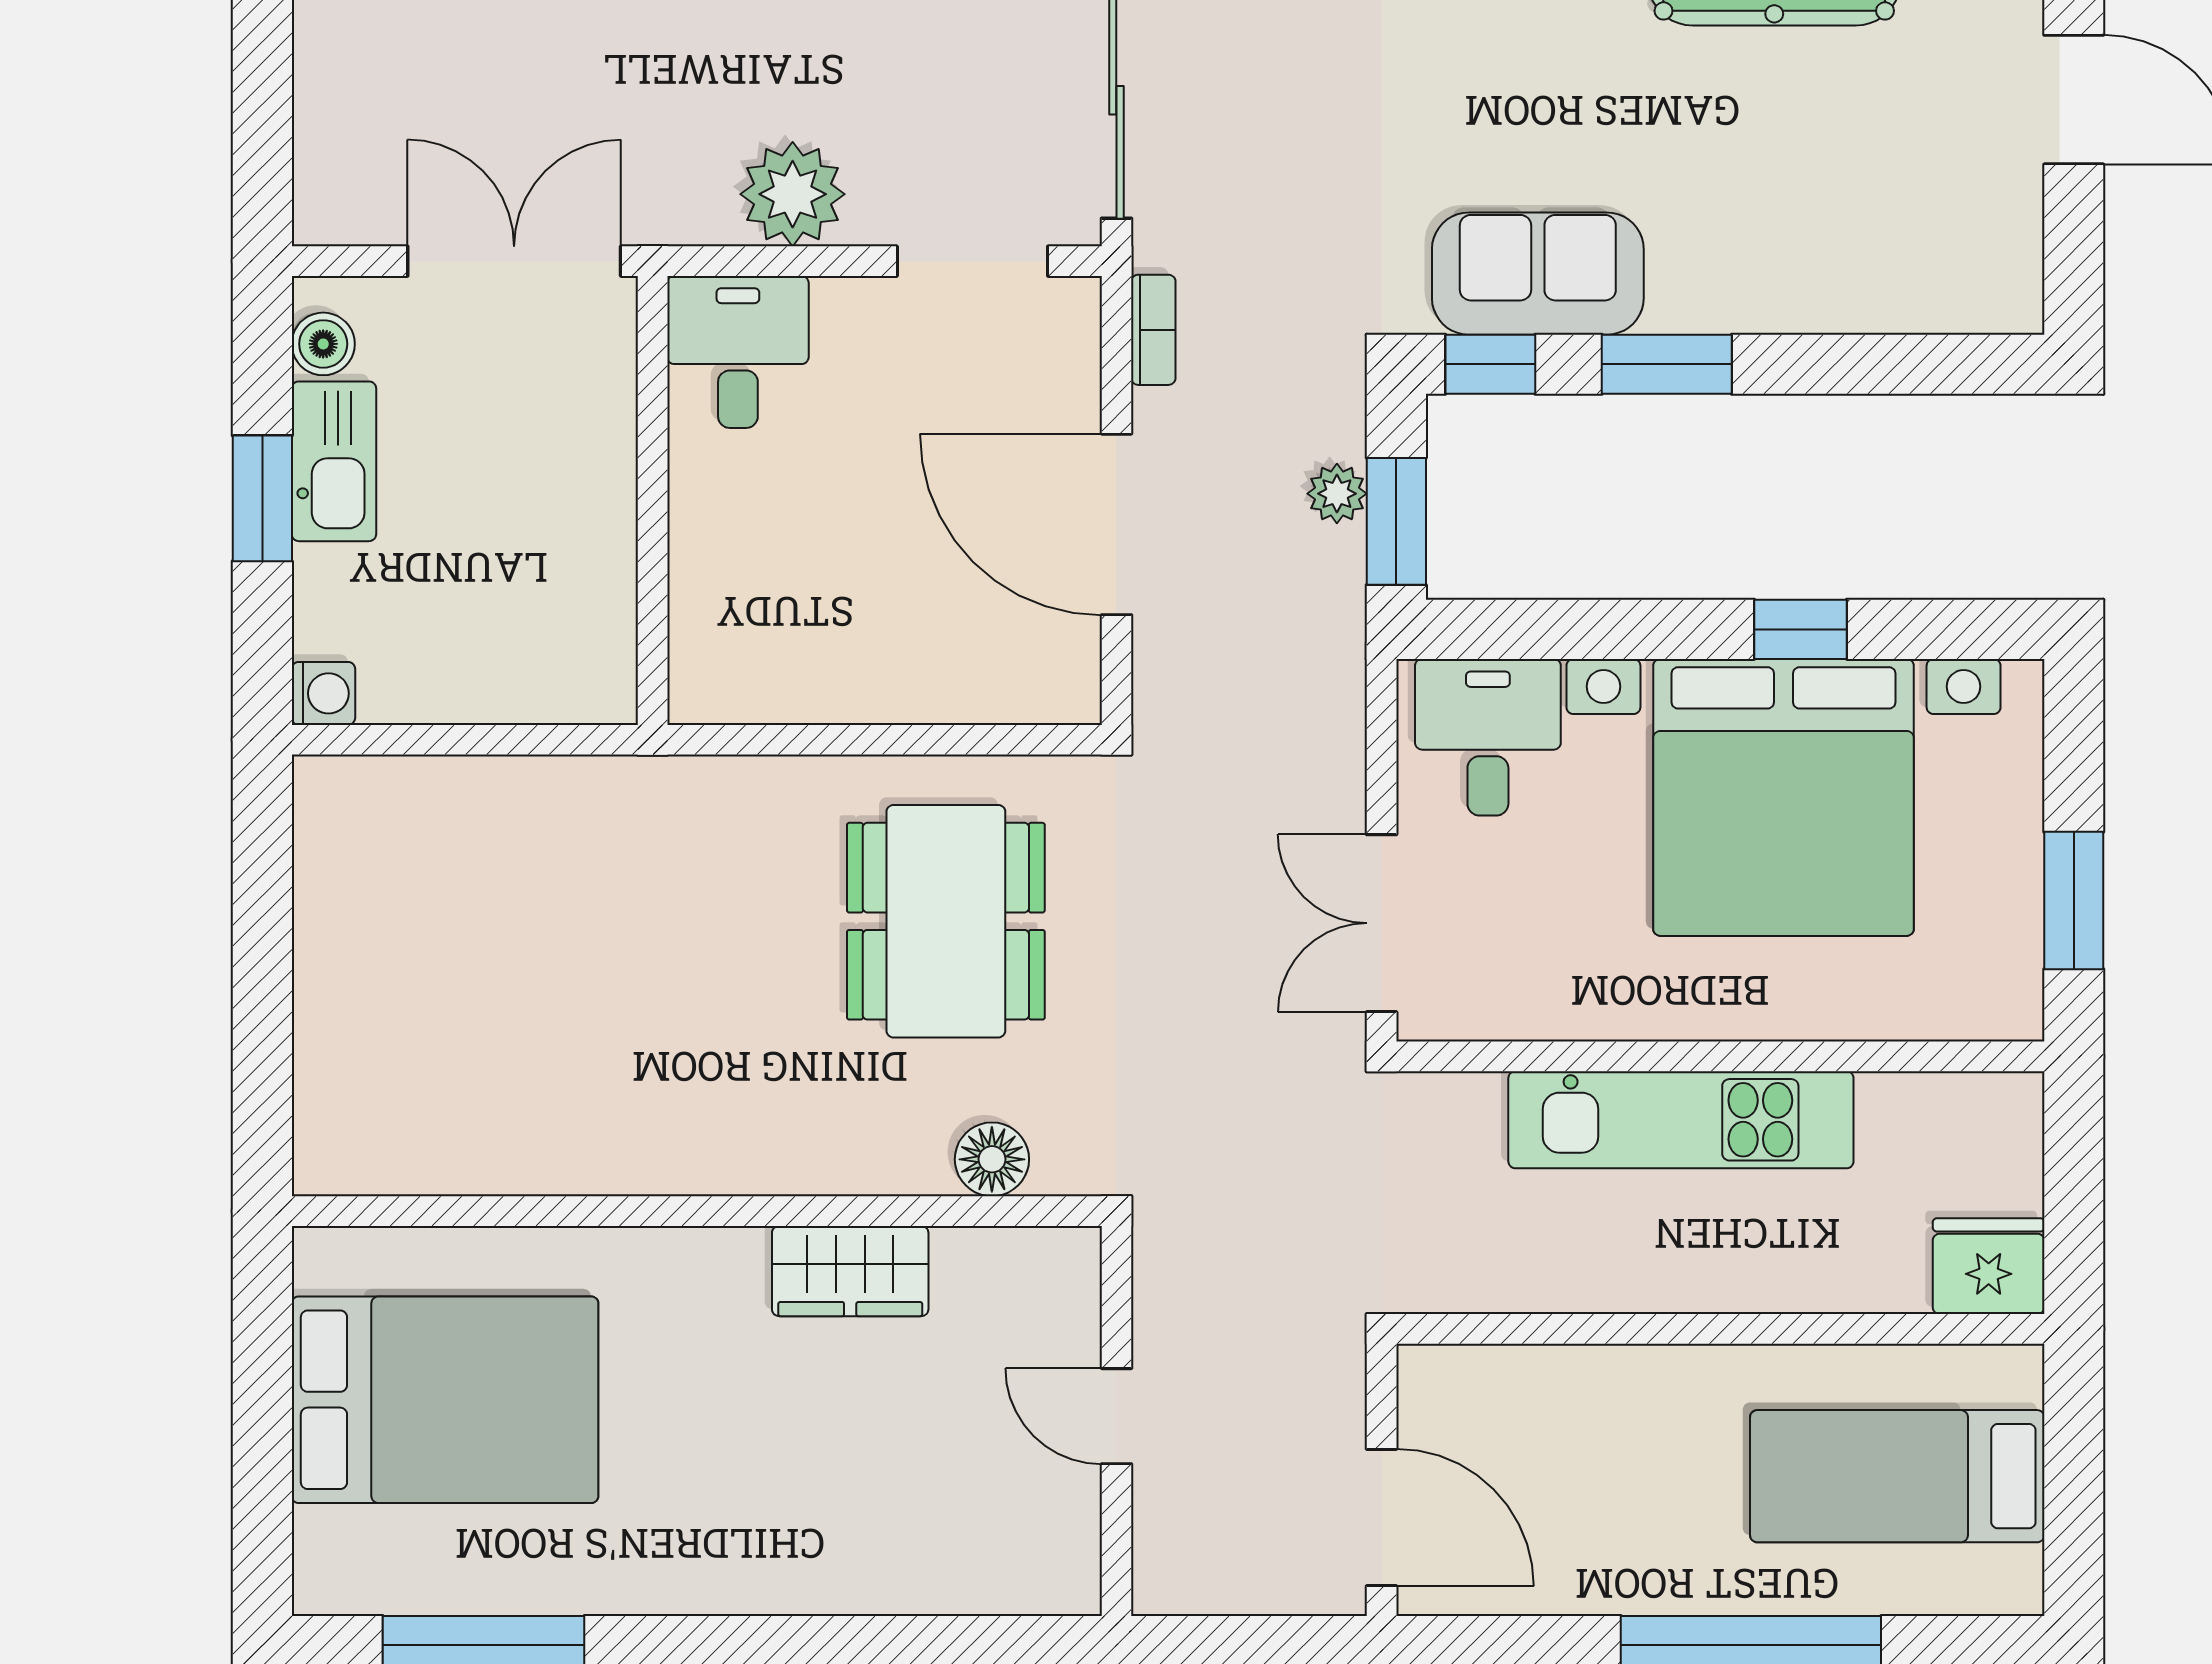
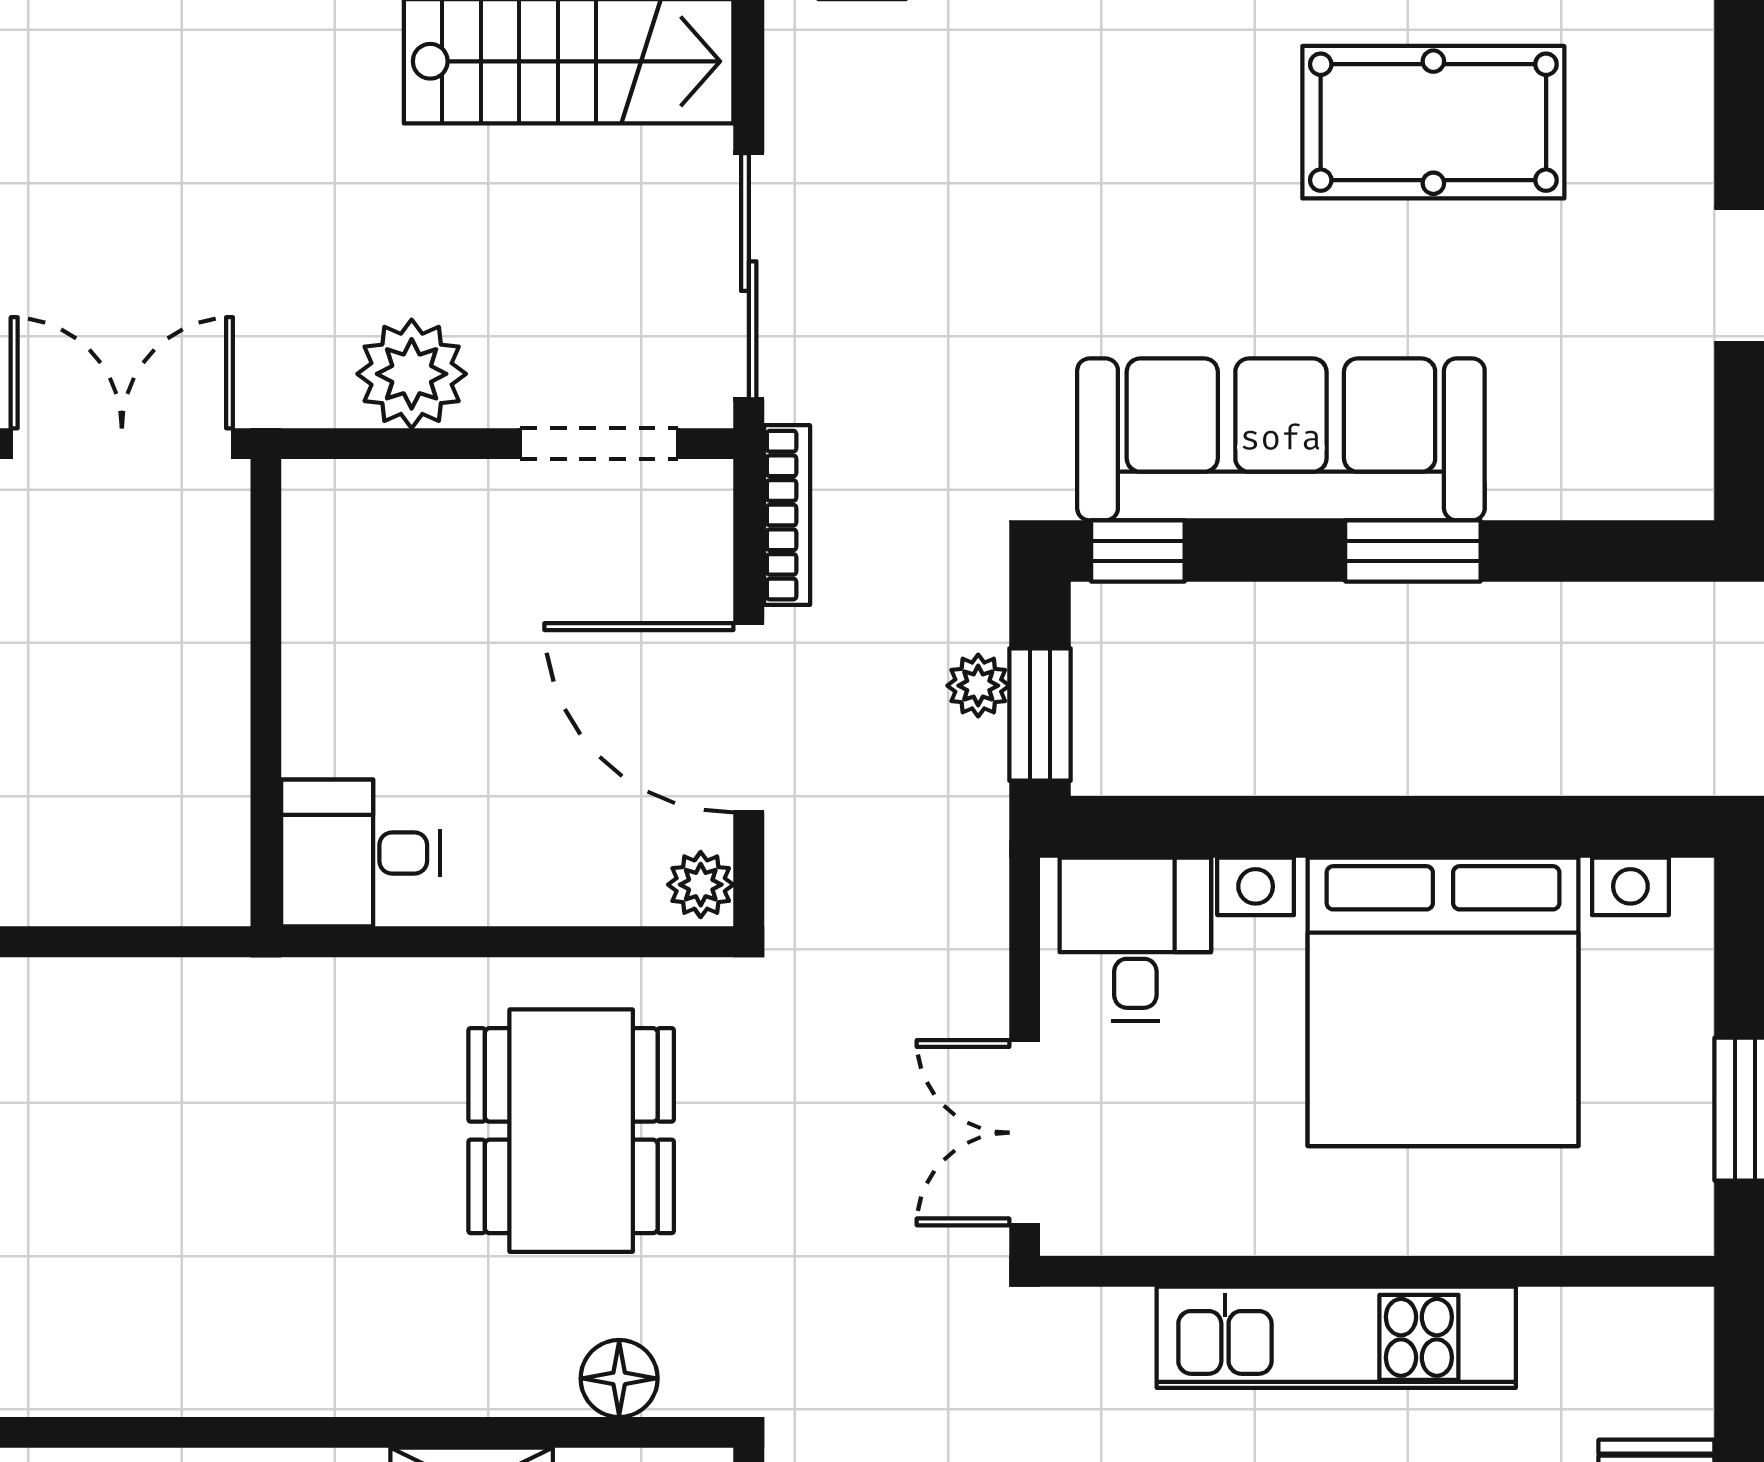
sofa: (1538, 274) -> (1281, 439), width x1.85, depth x1.27
bookcase: (1153, 330) -> (787, 515), width x1.56
desk: (738, 352) -> (360, 853), moved, turned -90
window: (1667, 364) -> (1413, 551), moved
window: (1800, 629) -> (1461, 827), removed
plant: (1070, 685) -> (701, 885), added

